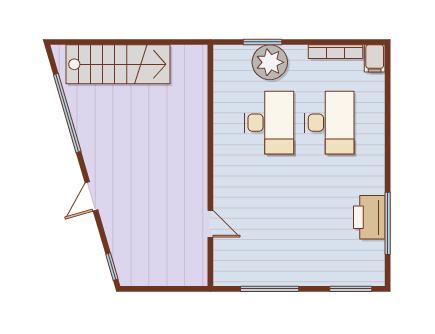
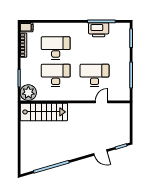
plant: (270, 62) -> (28, 93), moved
stairs: (118, 64) -> (44, 112), moved, turned 90
door: (91, 196) -> (100, 152), moved
desk: (269, 208) -> (95, 75), added

